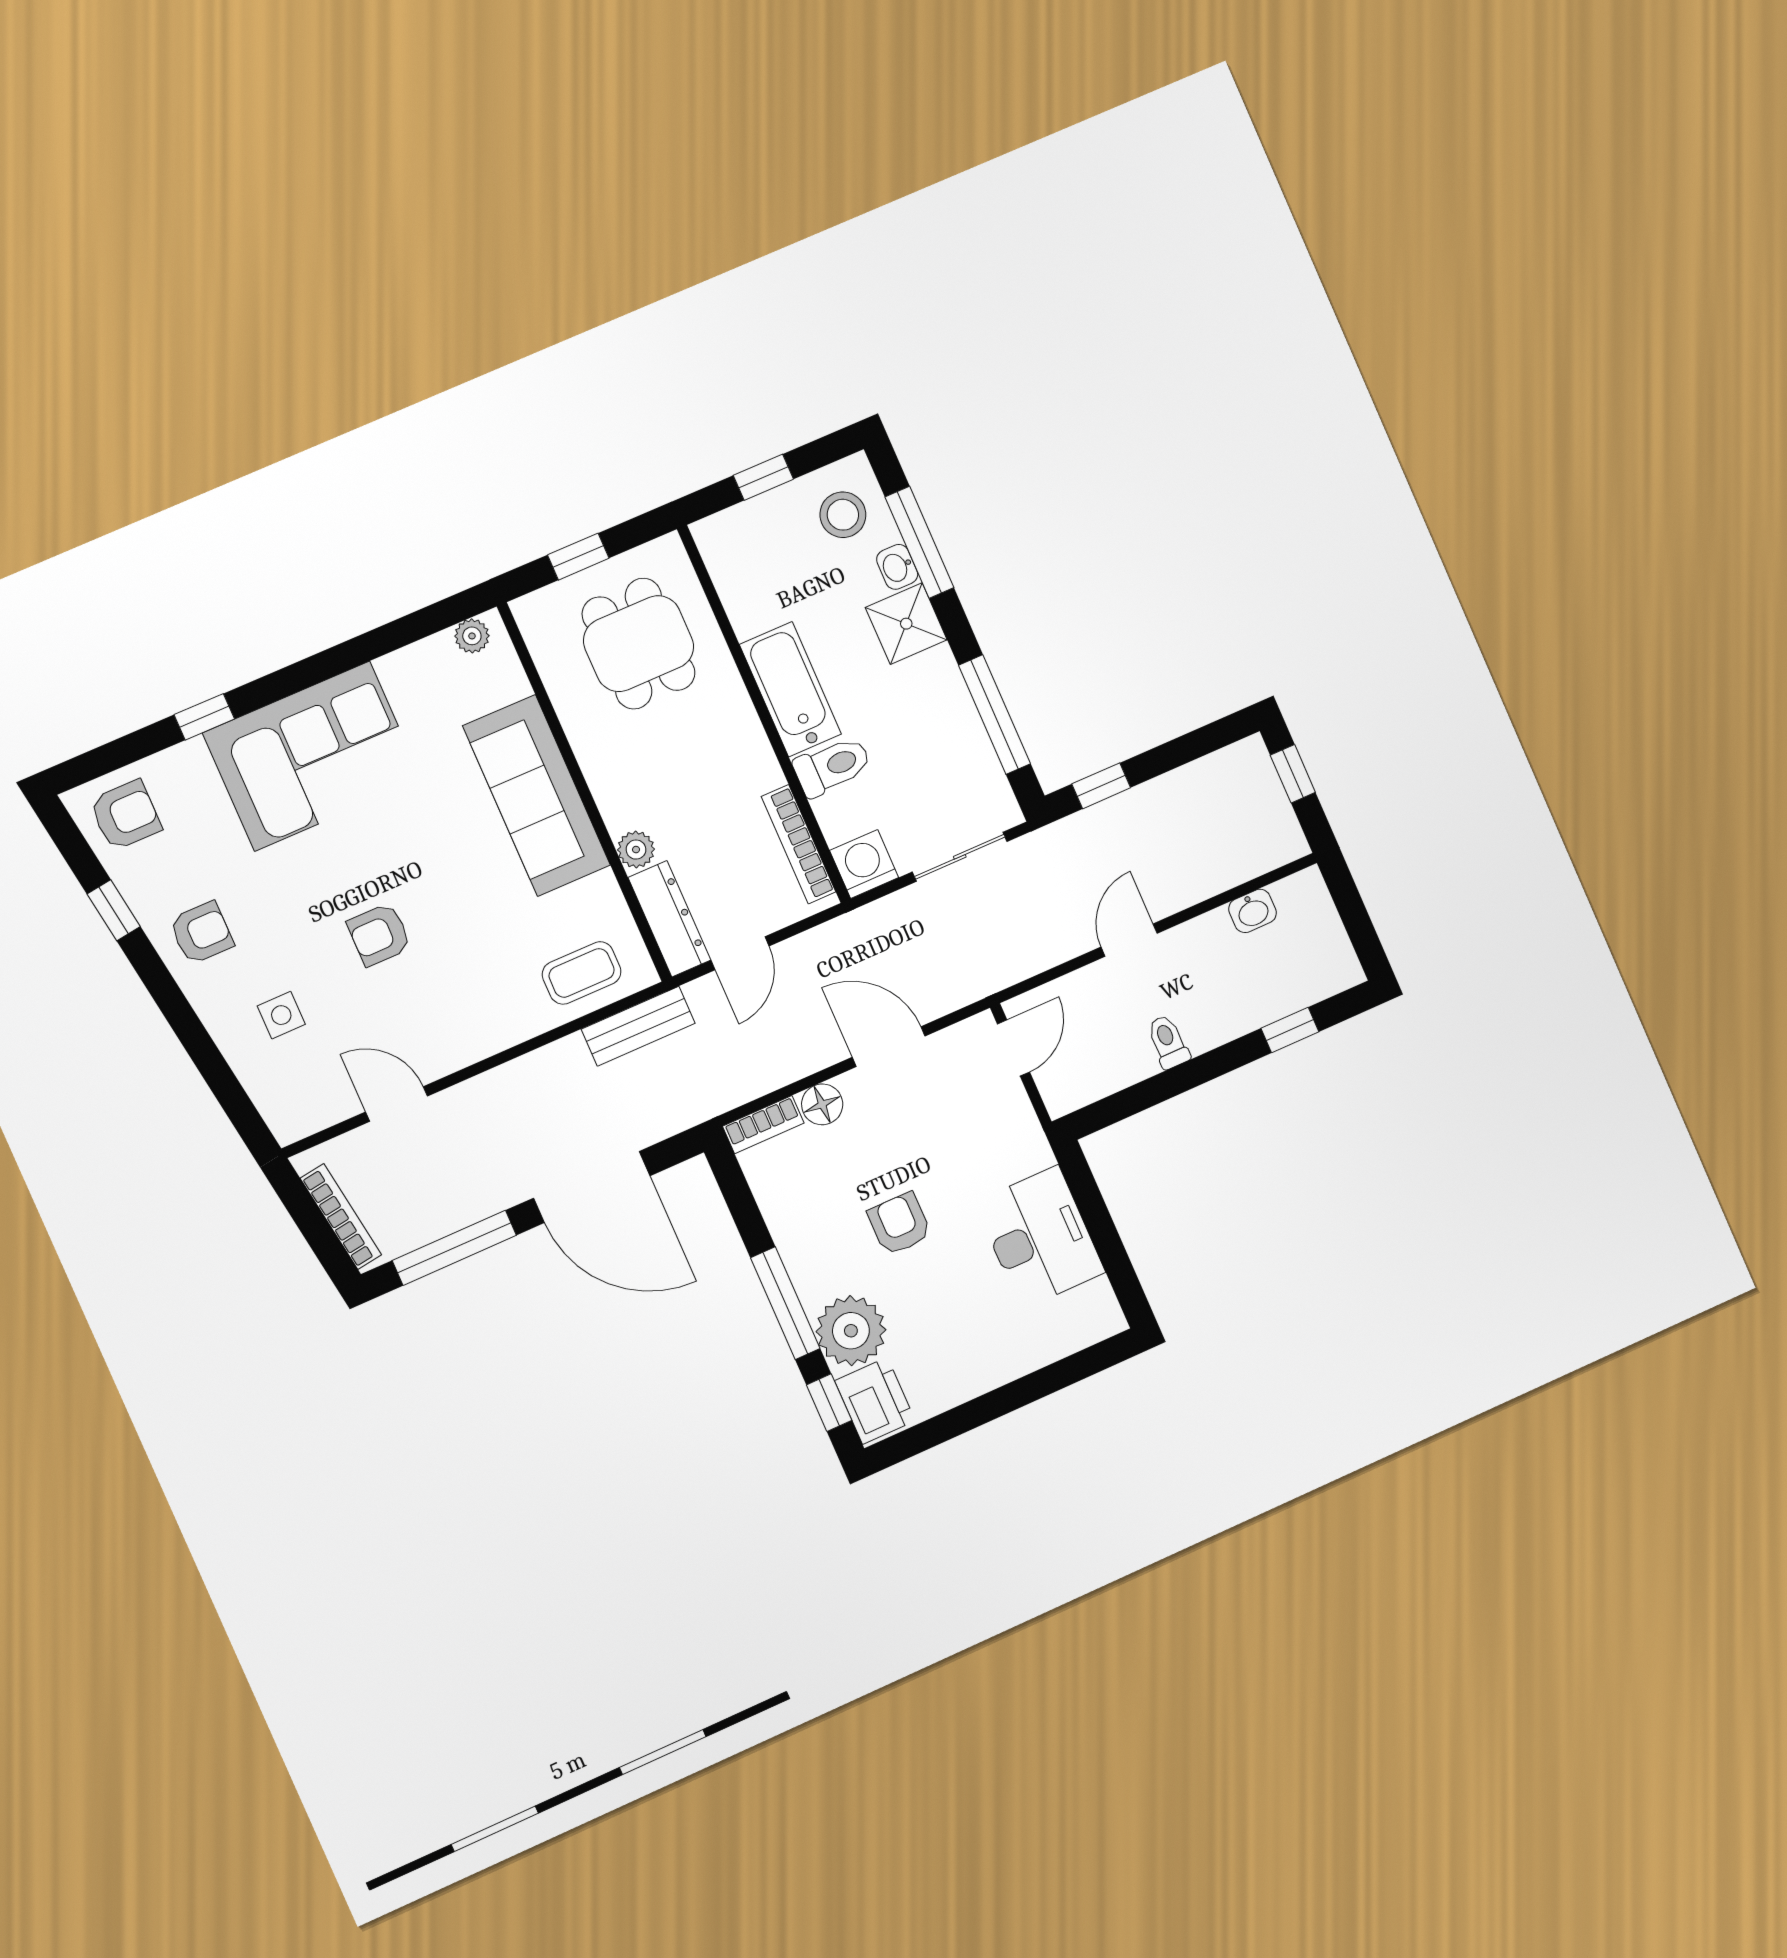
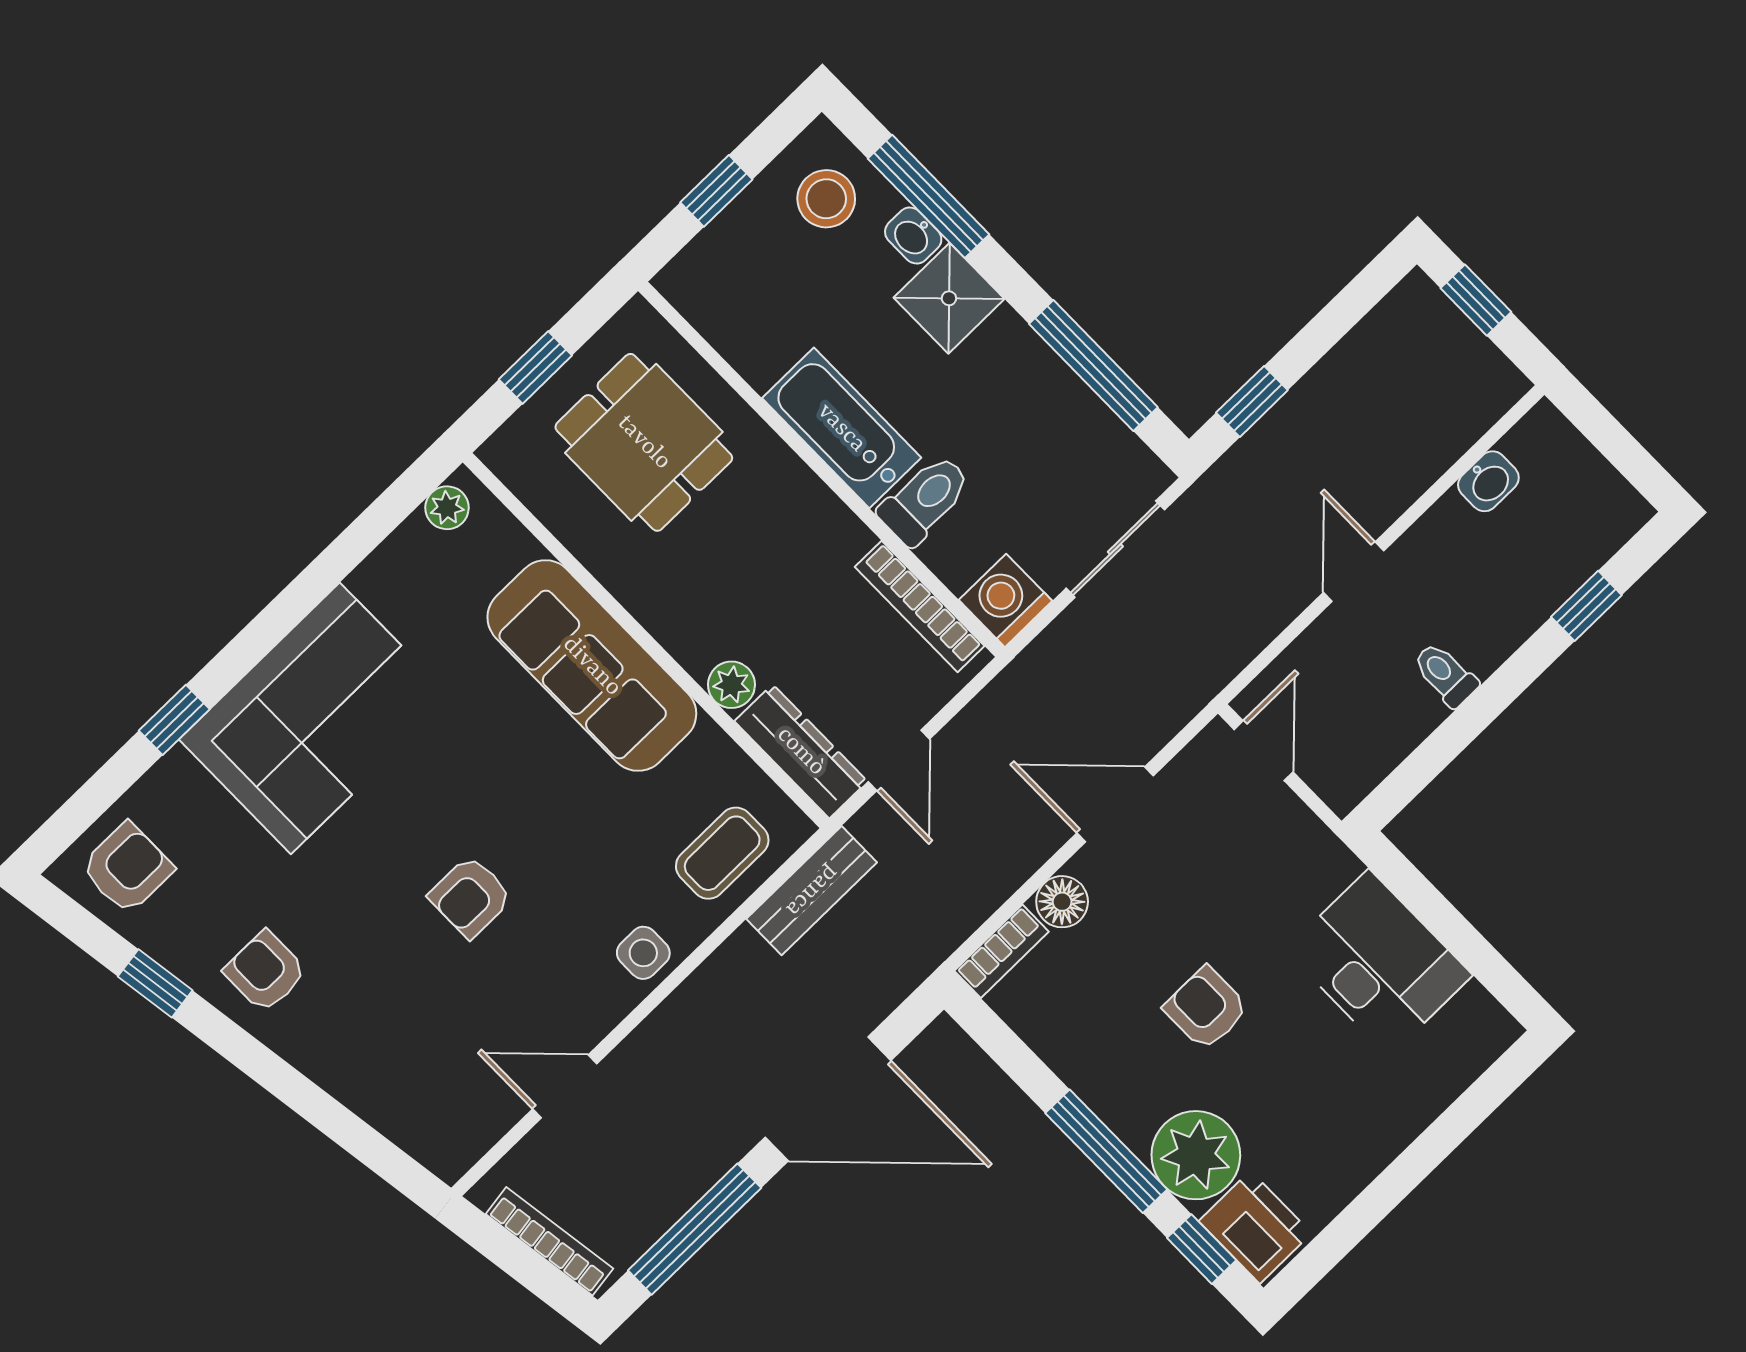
armchair: (201, 933) -> (265, 972), turned -90
side table: (281, 1015) -> (643, 953), moved

